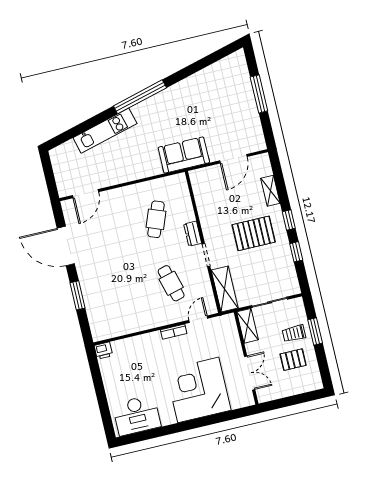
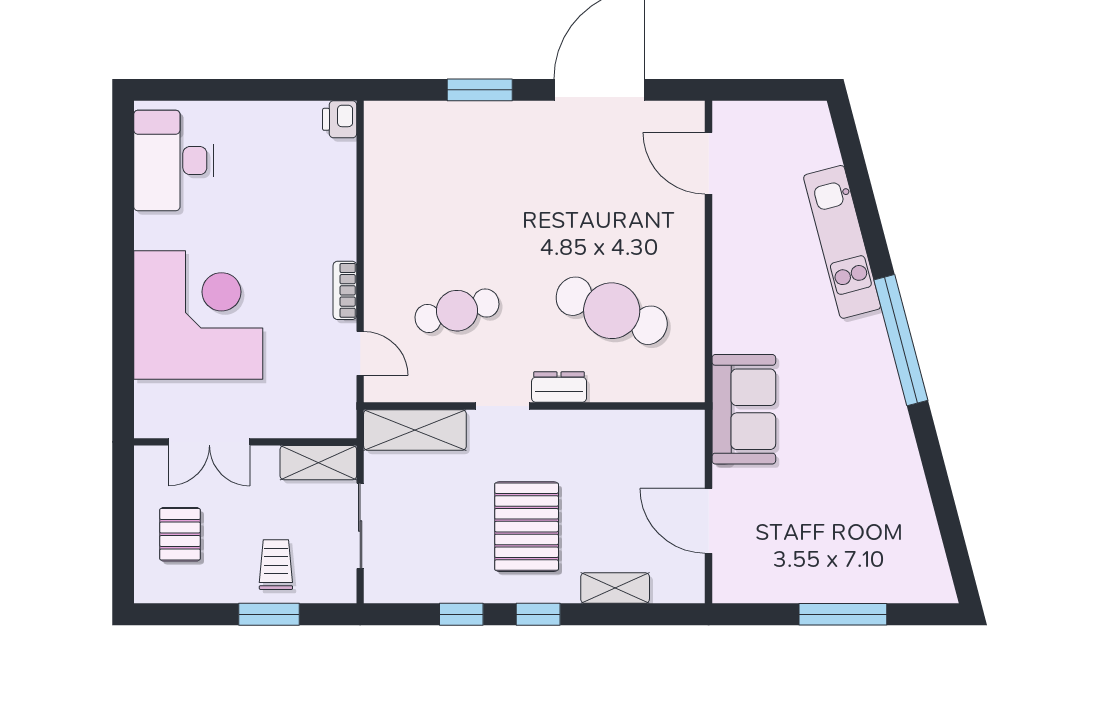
cafe table: (156, 219) -> (612, 311), width x1.37, depth x1.35
pallet: (293, 360) -> (180, 534), moved

